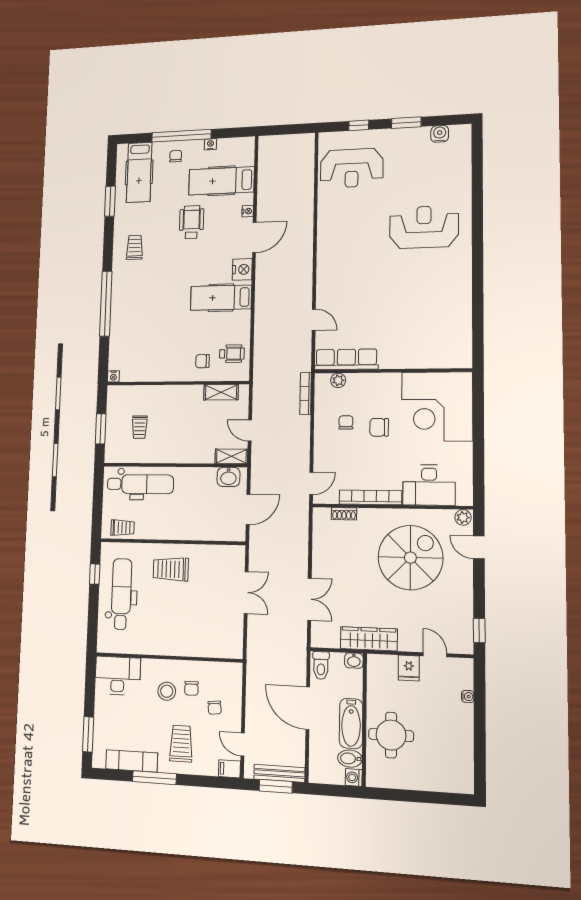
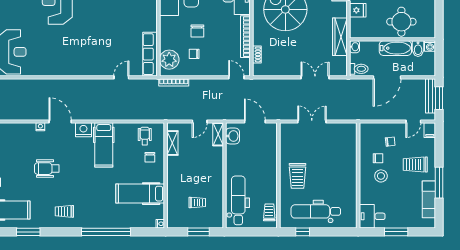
hospital bed: (221, 181) -> (140, 194), moved, turned 90
plant: (338, 380) -> (169, 60), width x1.88, depth x1.88
desk: (118, 676) -> (372, 216), width x0.73
window: (88, 734) -> (396, 232), moved

